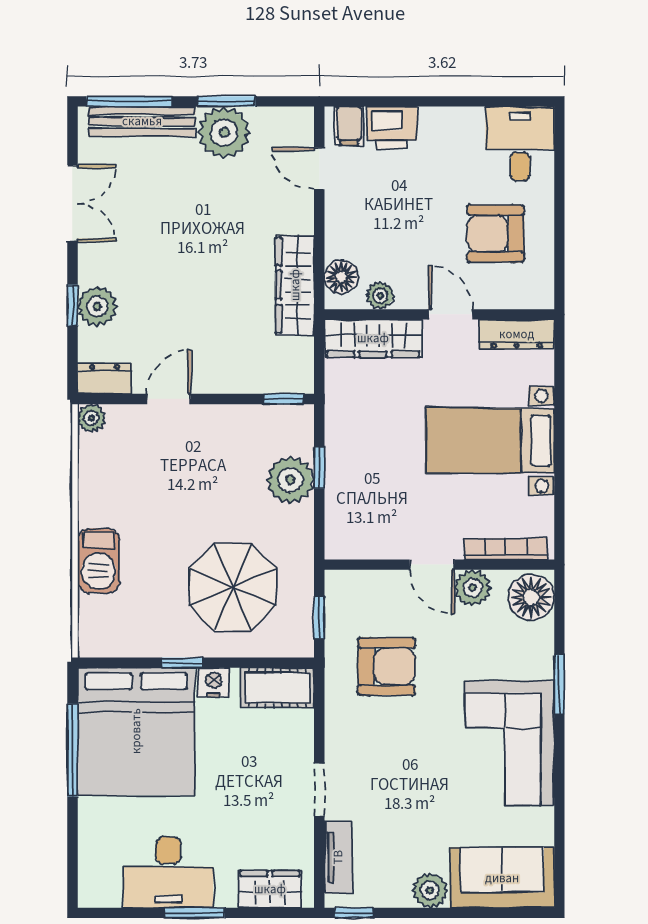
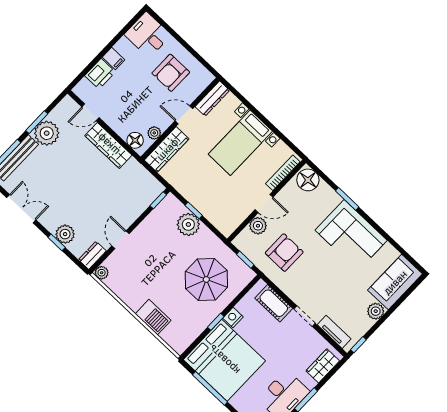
filing cabinet: (349, 126) -> (113, 59), moved
wardrobe: (295, 285) -> (108, 145), moved
plant: (473, 588) -> (258, 226), moved
cot: (278, 688) -> (274, 303), moved, turned 90

